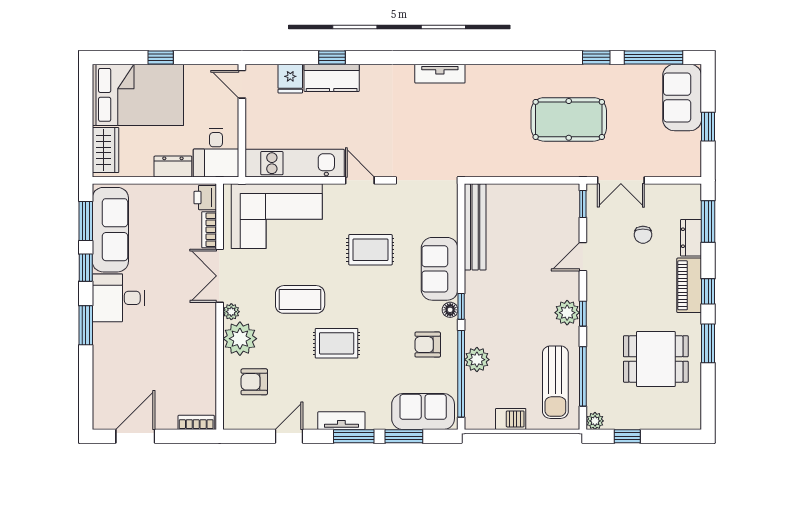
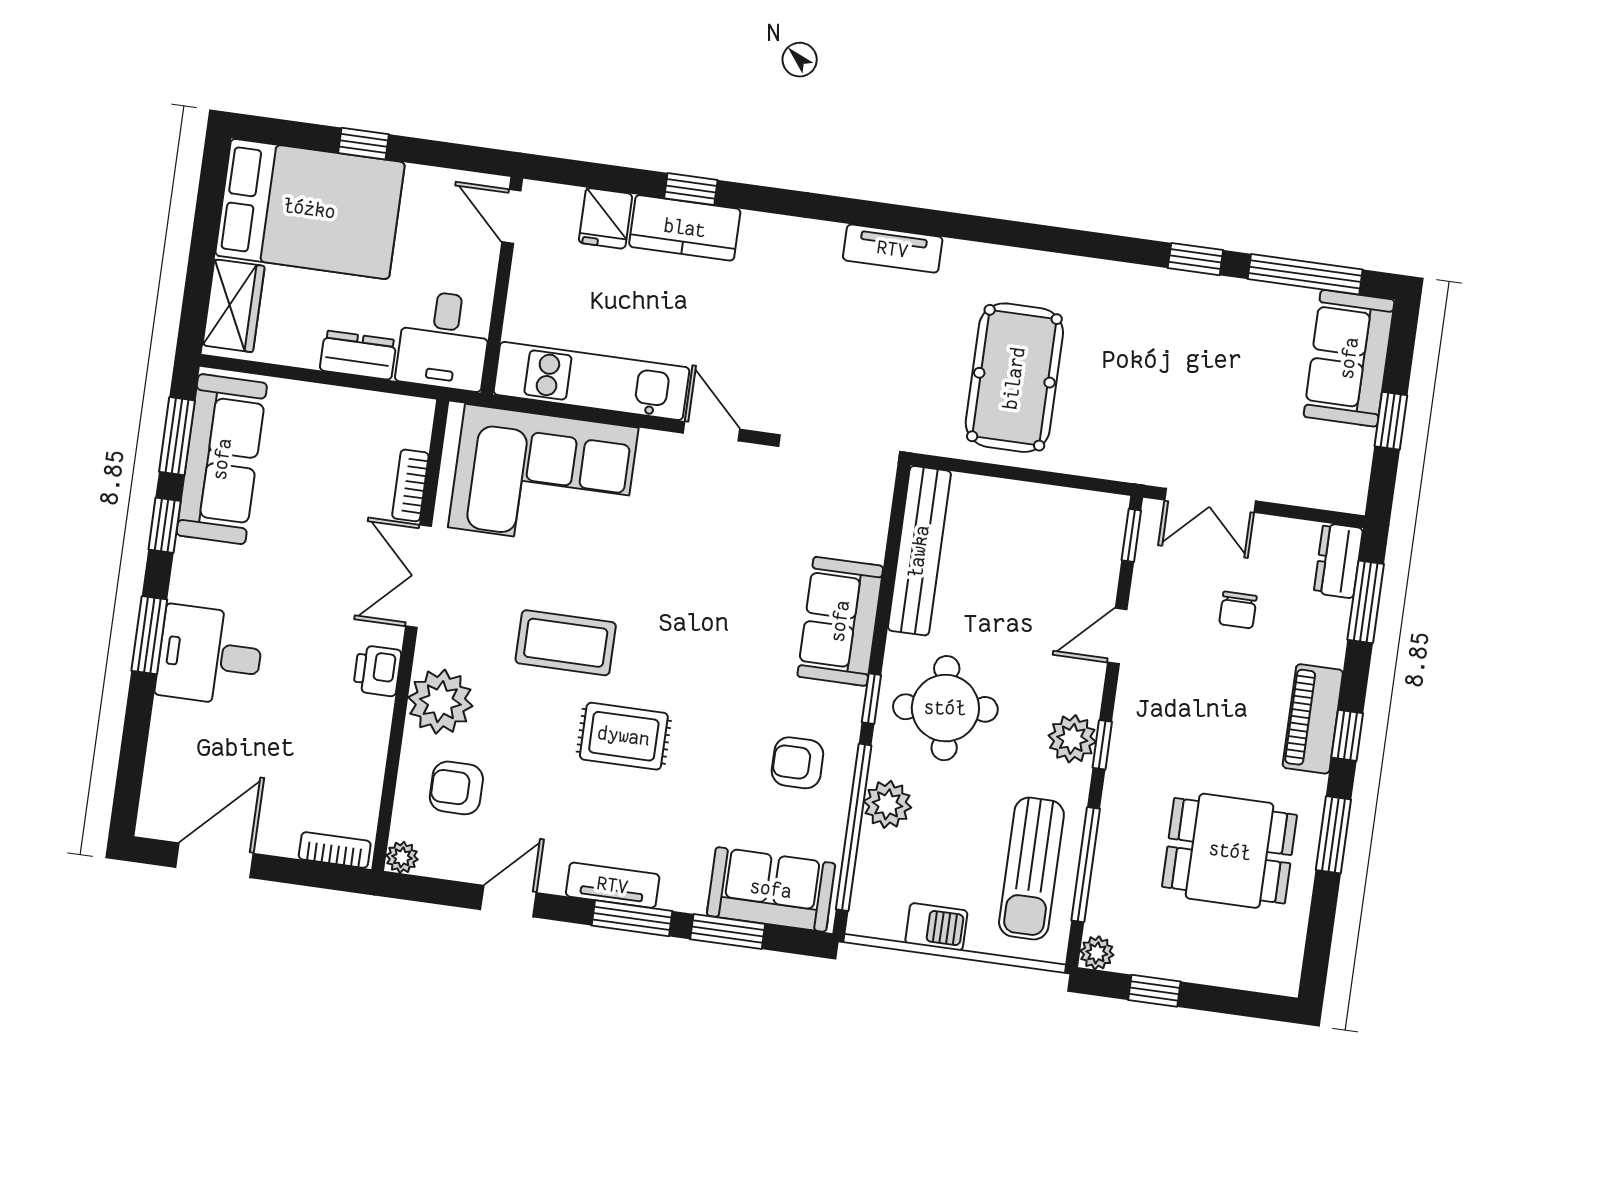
pool table: (569, 119) -> (1014, 378), moved, turned 90
printer: (205, 198) -> (377, 671), moved
dresser: (691, 238) -> (1338, 561), moved
rug: (370, 250) -> (713, 566), removed
desk: (118, 298) -> (210, 655), moved
round table: (500, 306) -> (945, 708), added
floor lamp: (450, 310) -> (849, 702), removed
plant: (231, 312) -> (402, 857), moved

